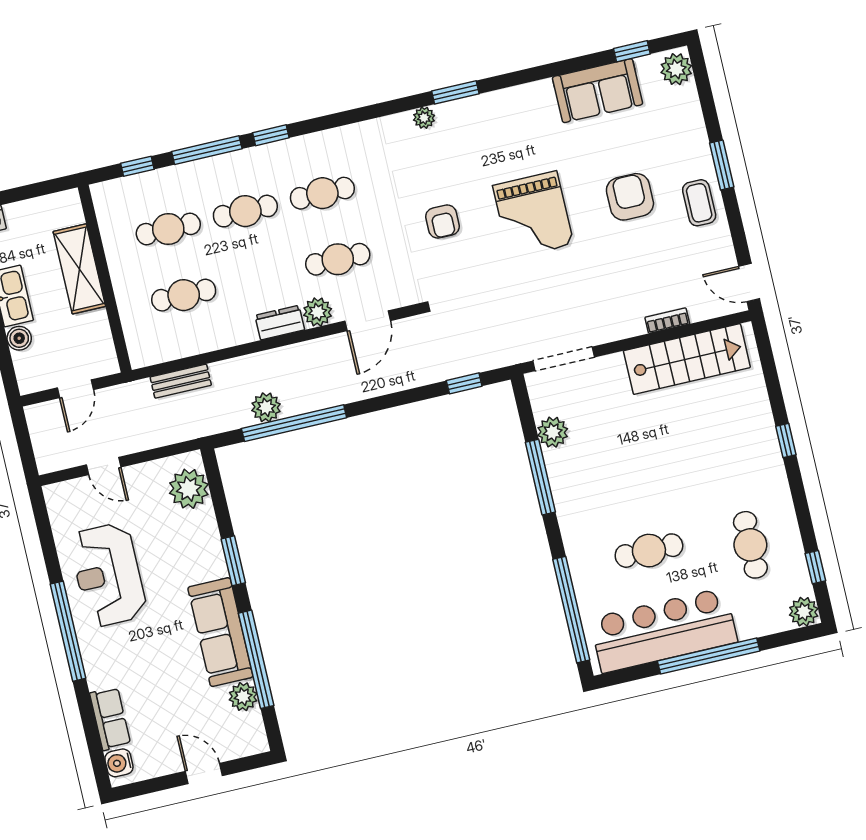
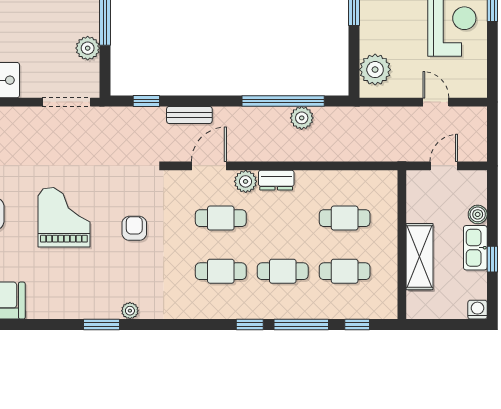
bench: (181, 381) -> (189, 115), moved

